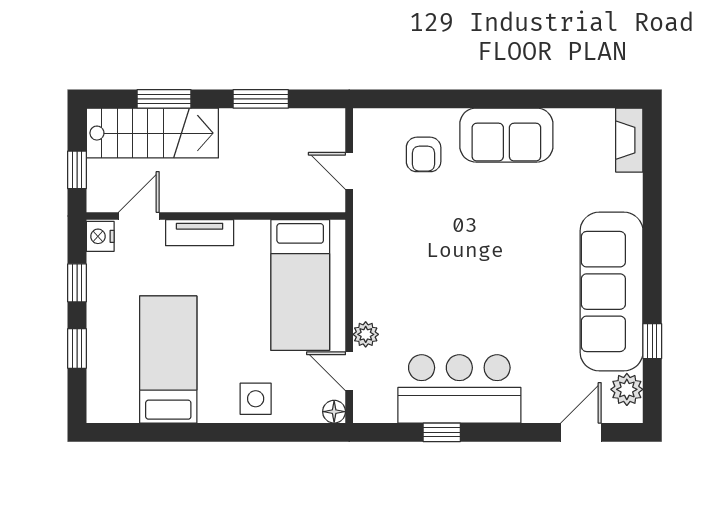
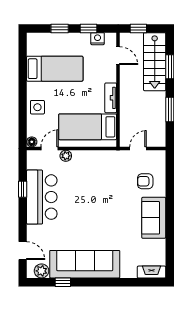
tv unit: (200, 233) -> (111, 98), moved
nightstand: (100, 236) -> (98, 39), moved

